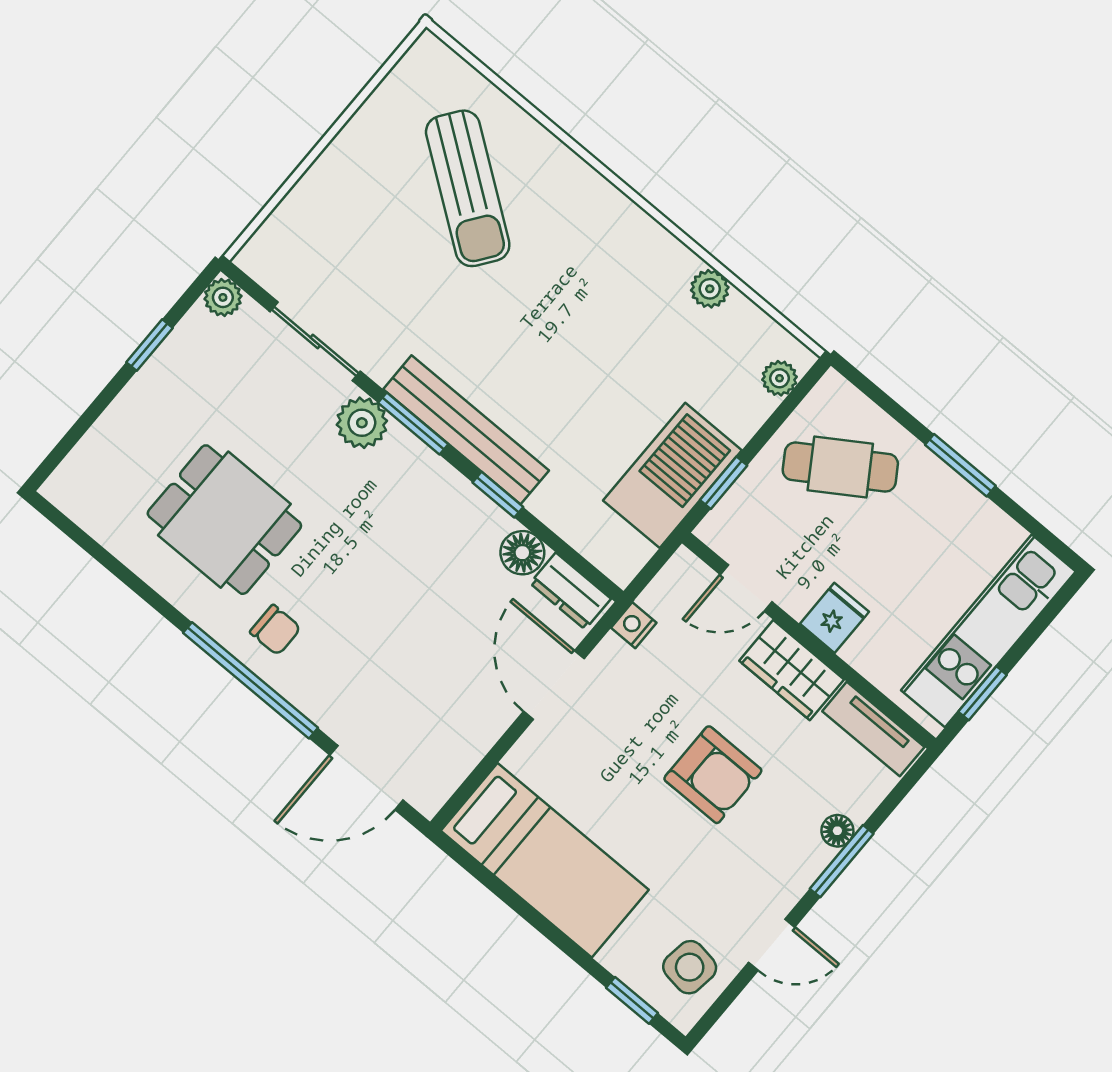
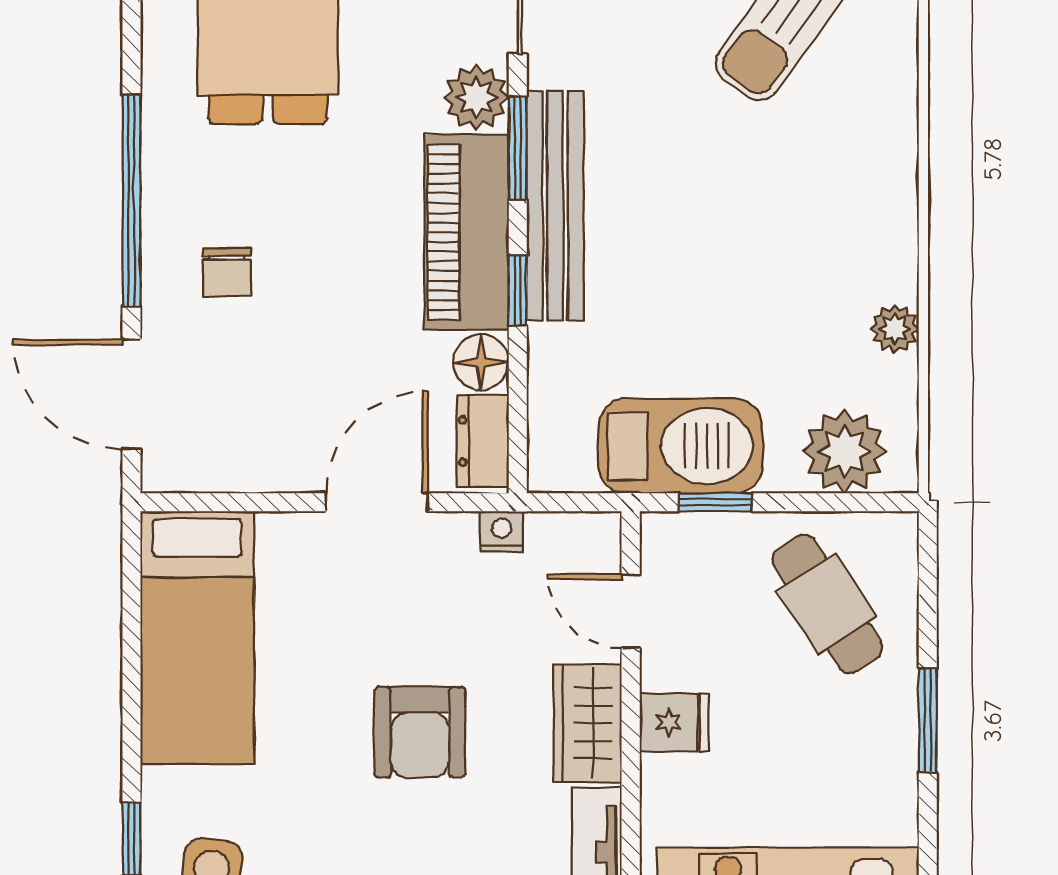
plant: (779, 378) -> (845, 451), width x1.88, depth x1.88
piano: (437, 496) -> (467, 232), added
chair: (275, 630) -> (227, 272), moved

